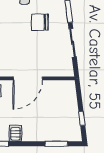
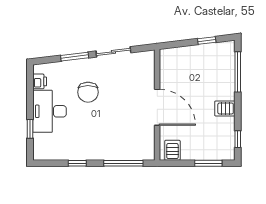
server rack: (15, 133) -> (225, 108), moved
window: (56, 144) -> (238, 72), width x1.44

